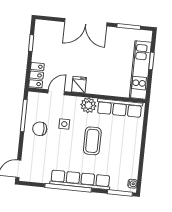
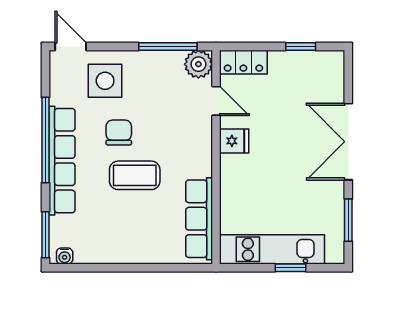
plant: (88, 105) -> (198, 64), moved
side table: (64, 124) -> (105, 81), moved, width x1.87, depth x1.87
chair: (40, 129) -> (119, 133), moved

